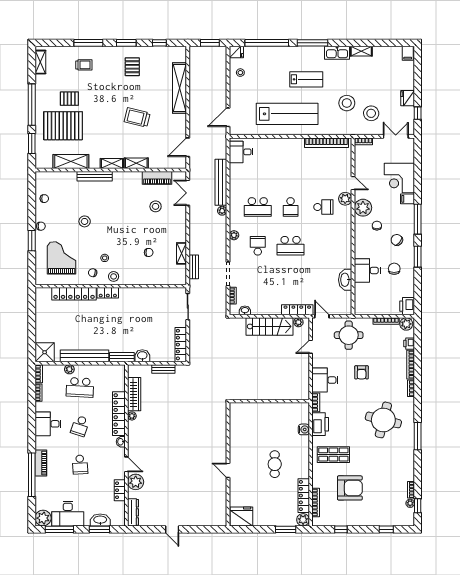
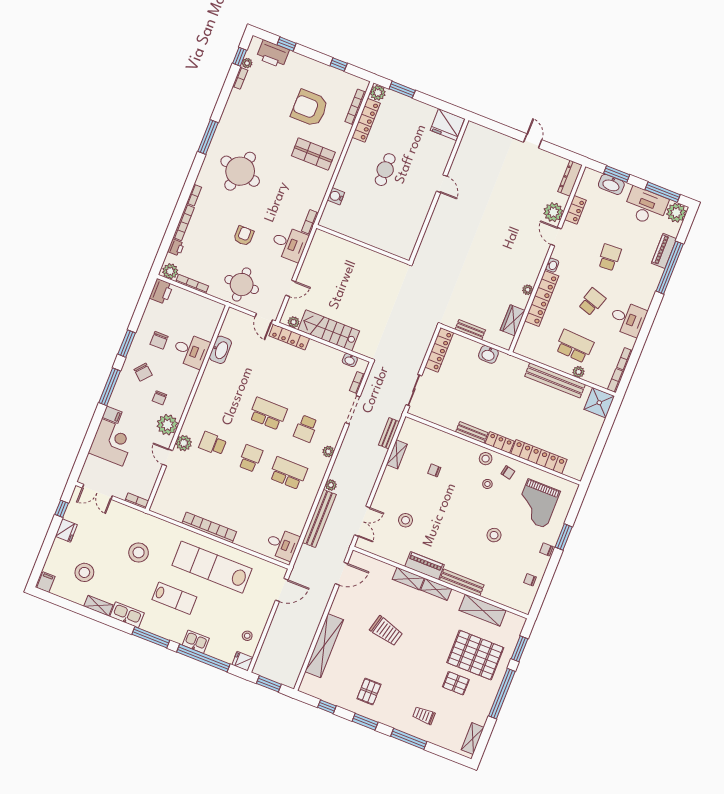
kitchen sink: (277, 53) -> (196, 642), added
lab bench: (306, 79) -> (174, 598), turned 180
stool: (371, 113) -> (84, 572), moved
bookcase: (326, 143) -> (209, 528), moved
piano: (157, 178) -> (424, 566), moved
bench: (122, 357) -> (472, 432), moved
wardrobe: (134, 394) -> (513, 320), width x0.67
printer: (320, 424) -> (273, 54), moved, turned -90
piano: (41, 463) -> (664, 251), moved

